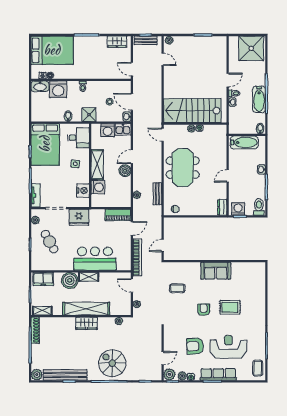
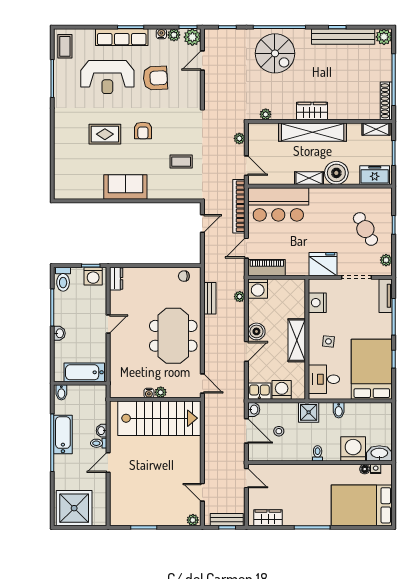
washing machine: (98, 187) -> (258, 289), moved, turned -90
bar counter: (95, 259) -> (278, 204), moved

